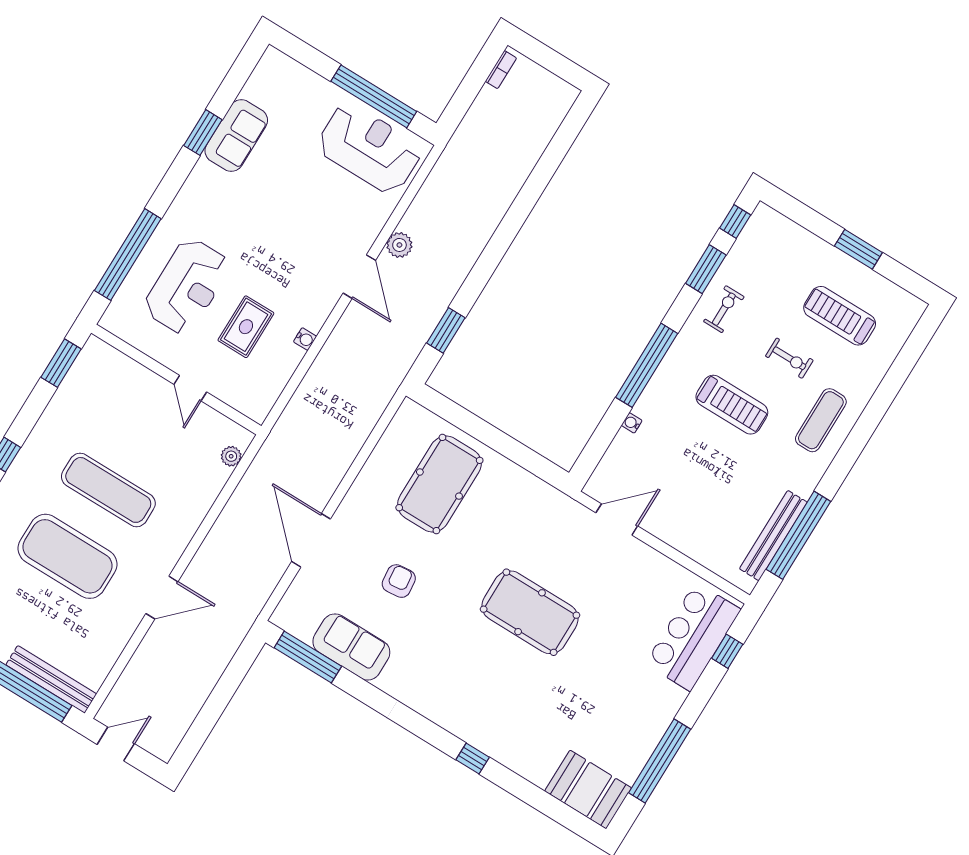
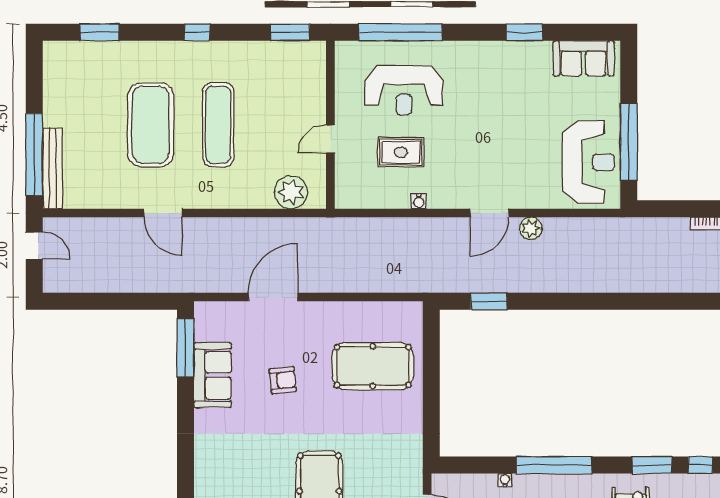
sofa: (236, 136) -> (584, 58), moved
plant: (231, 456) -> (291, 192), width x1.88, depth x1.88

